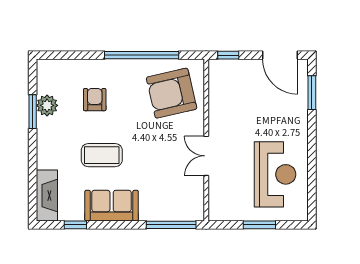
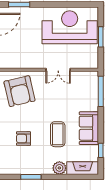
plant: (47, 105) -> (59, 168), moved
reception desk: (275, 174) -> (70, 27), width x1.36, depth x1.30

